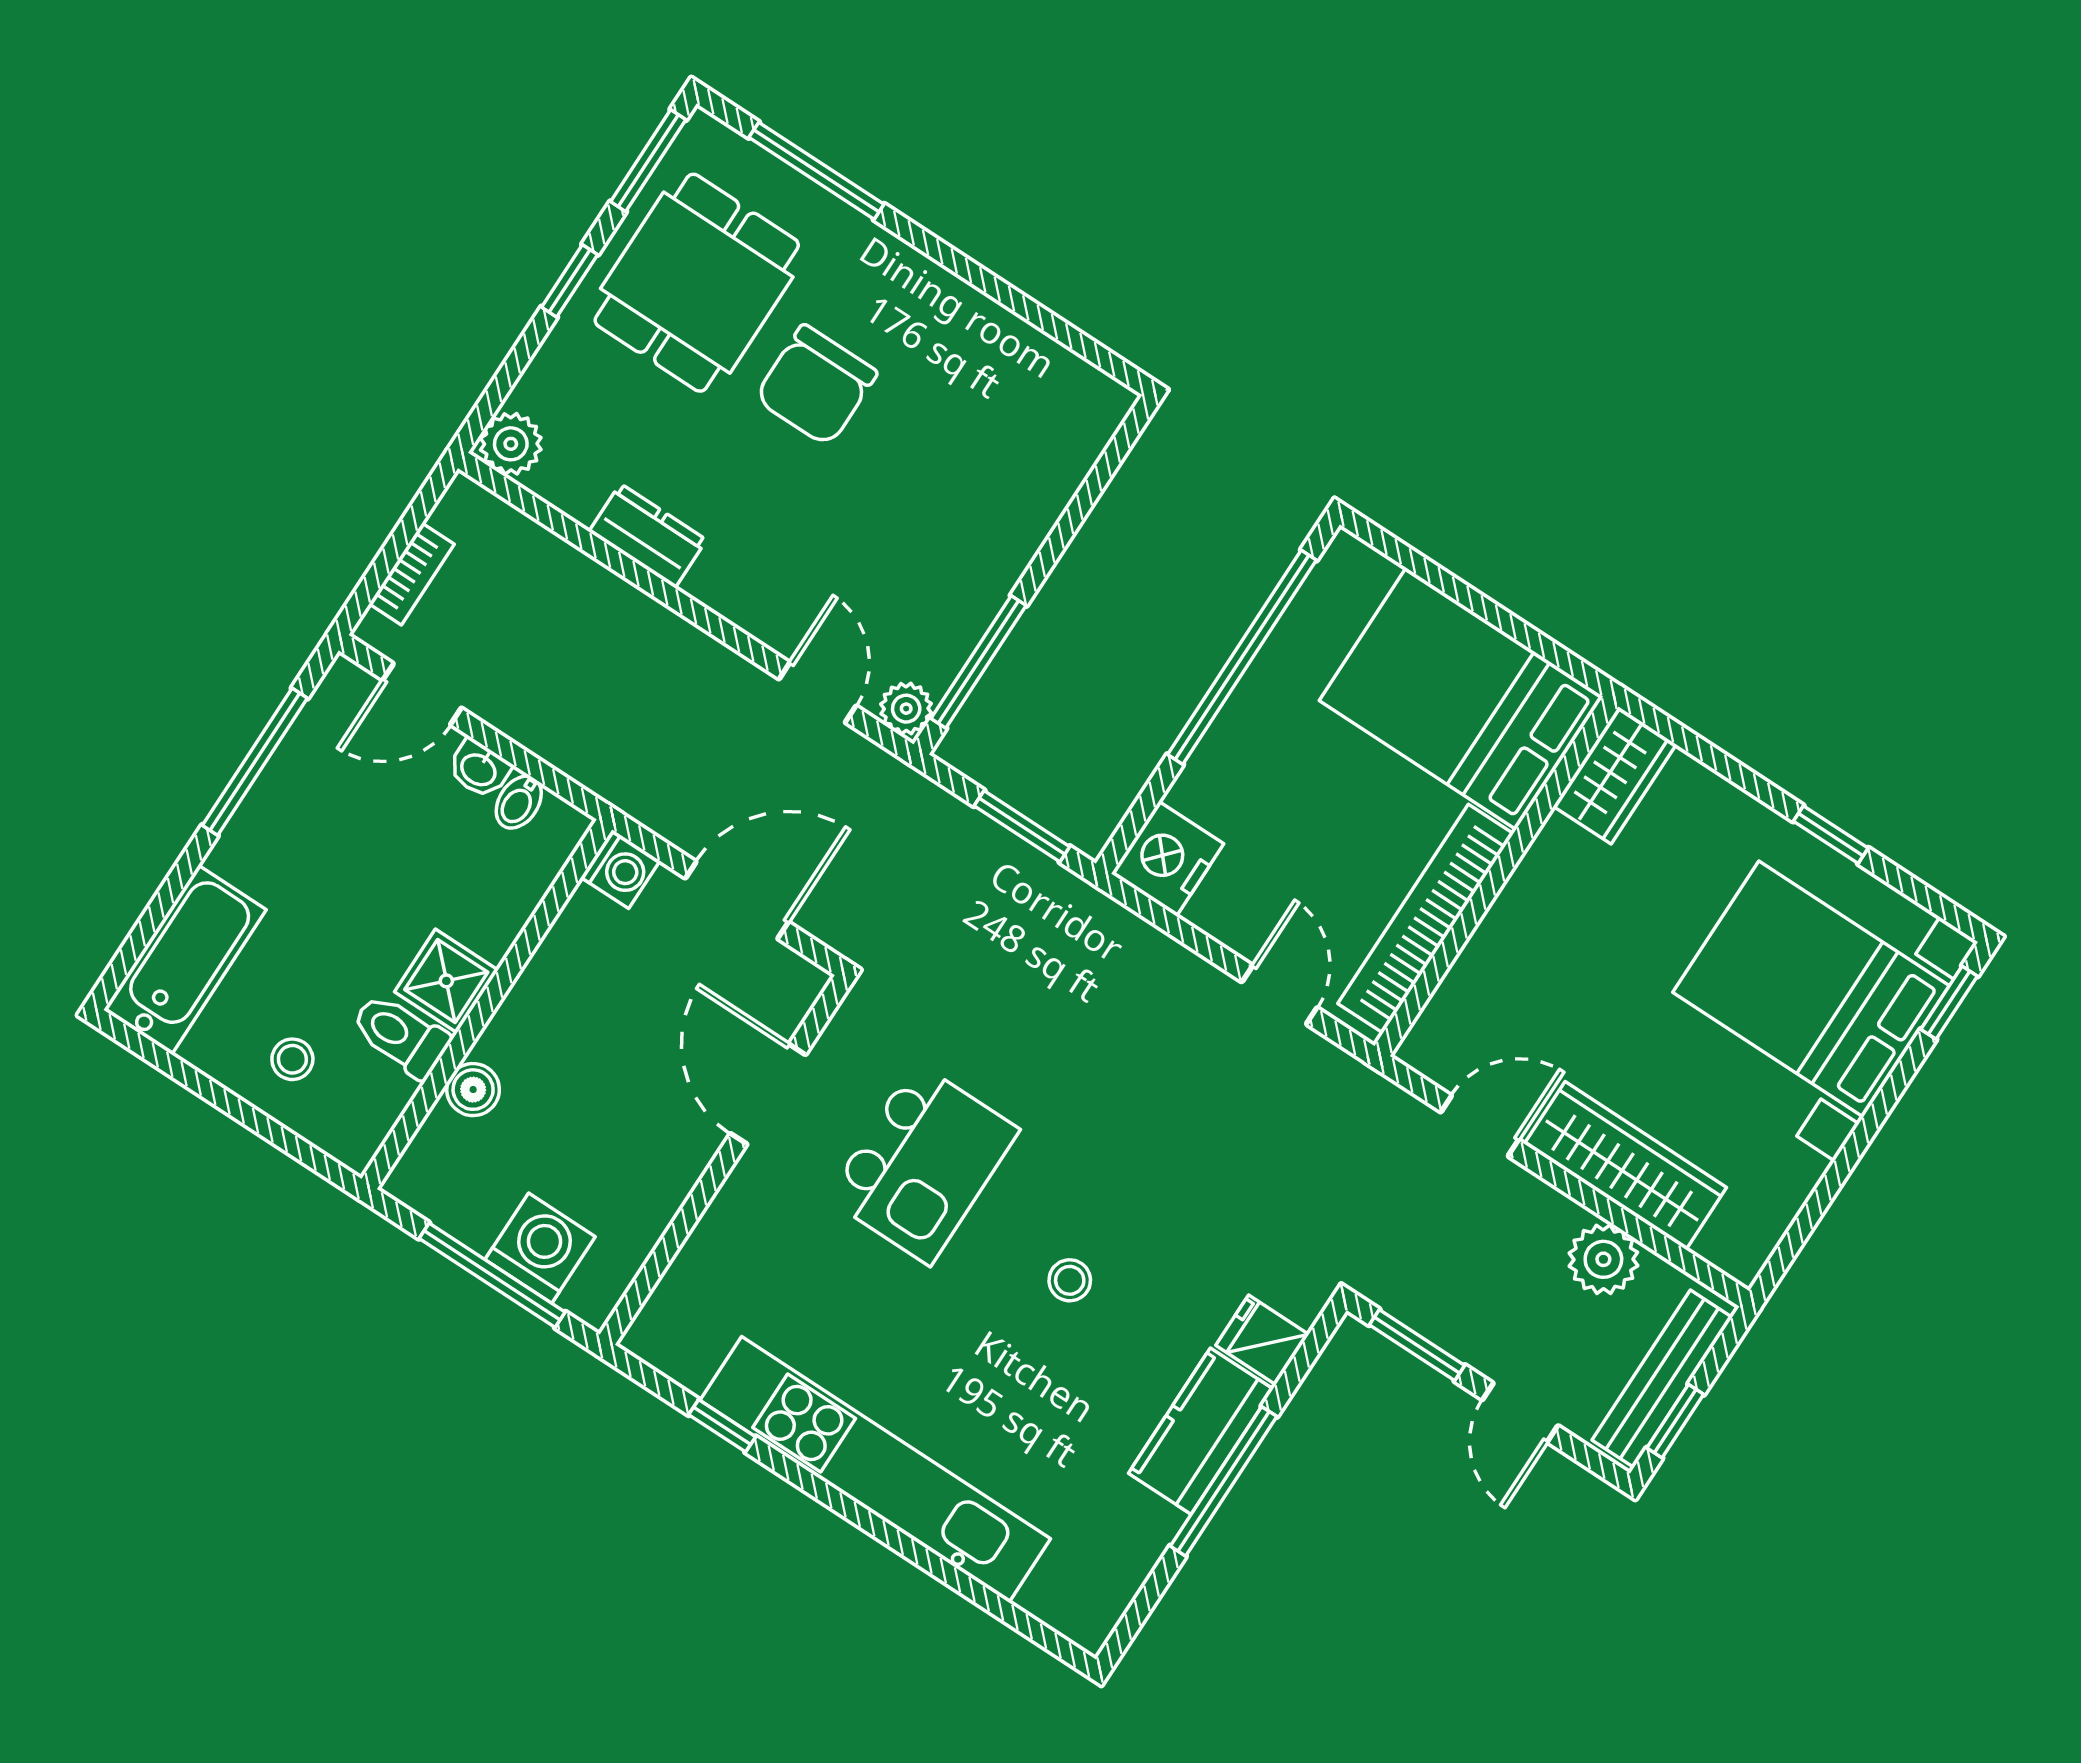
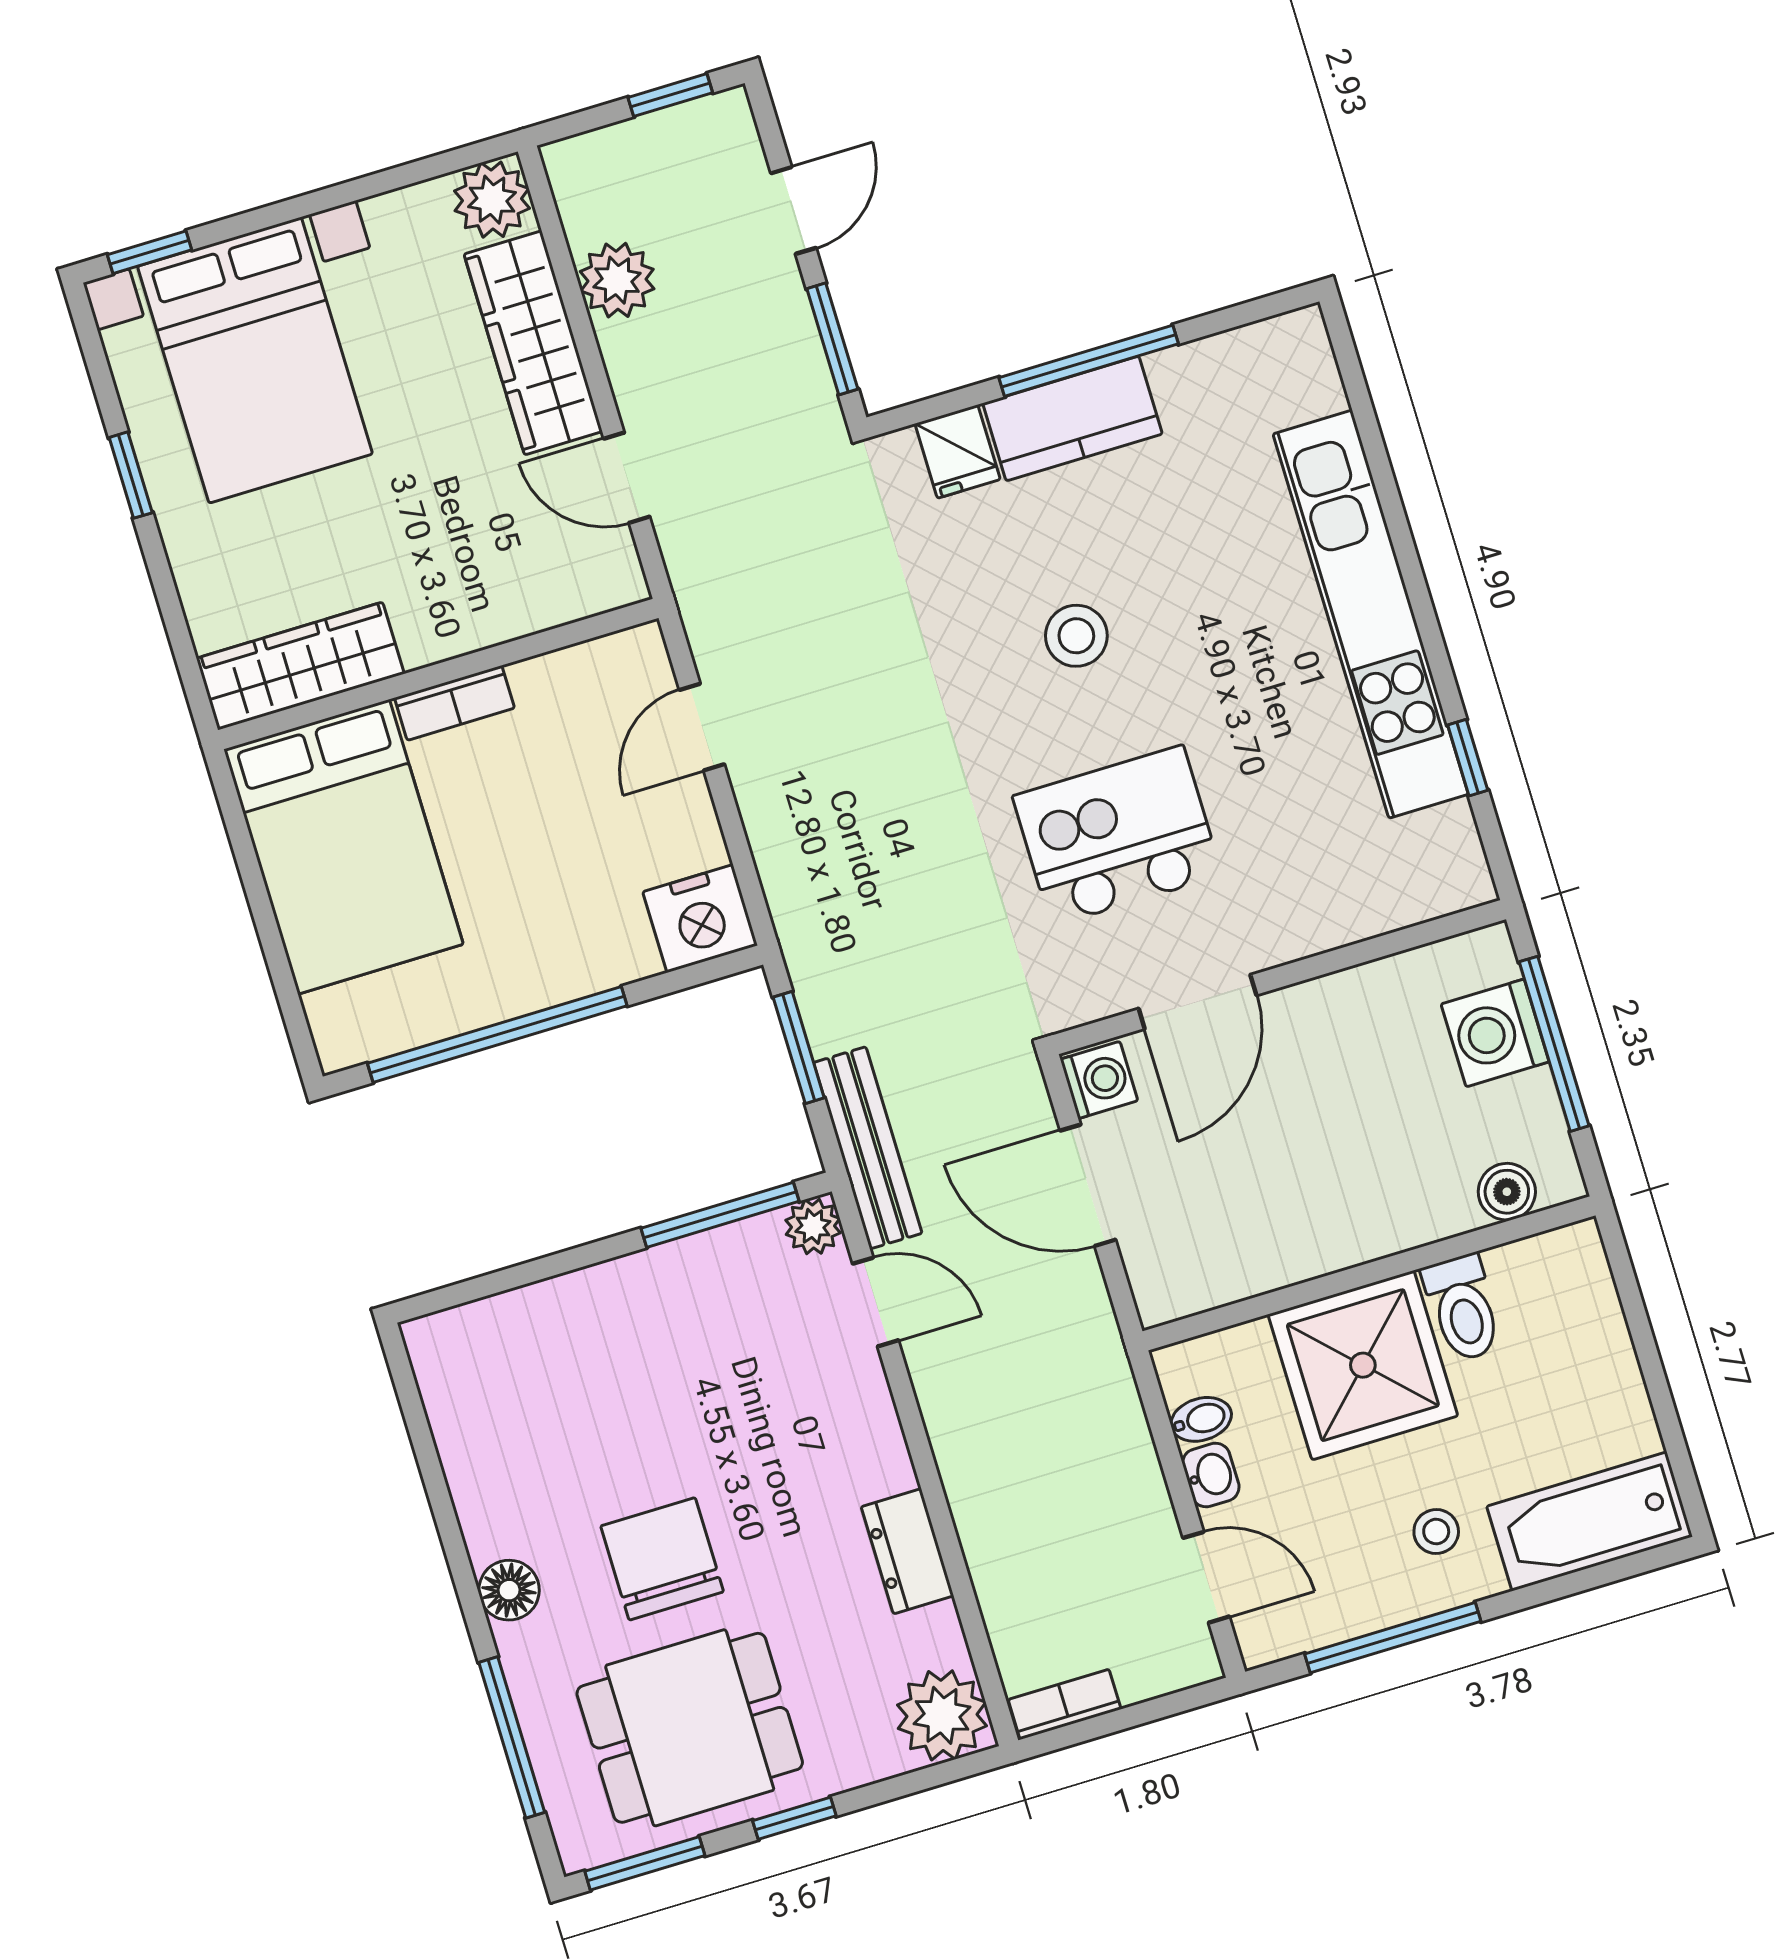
floor lamp: (905, 273) -> (509, 1590), added
chair: (816, 385) -> (662, 1559), turned -90
plant: (511, 444) -> (942, 1715), width x1.36, depth x1.36
bookcase: (412, 574) -> (1065, 1704), moved
door: (818, 692) -> (875, 1302), swing flipped
wardrobe: (1615, 775) -> (300, 666), width x1.50
washing machine: (620, 869) -> (1099, 1080), moved, turned 90
bookcase: (1426, 919) -> (454, 703), width x0.43, depth x0.76
shower: (446, 981) -> (1363, 1365), width x1.86, depth x1.86
stool: (292, 1059) -> (1436, 1531), moved
boiler: (473, 1090) -> (1507, 1192), moved
plant: (1739, 1242) -> (492, 200), added
stool: (1070, 1280) -> (1076, 636), width x1.37, depth x1.37
bench: (1662, 1379) -> (868, 1148), moved, turned 90

